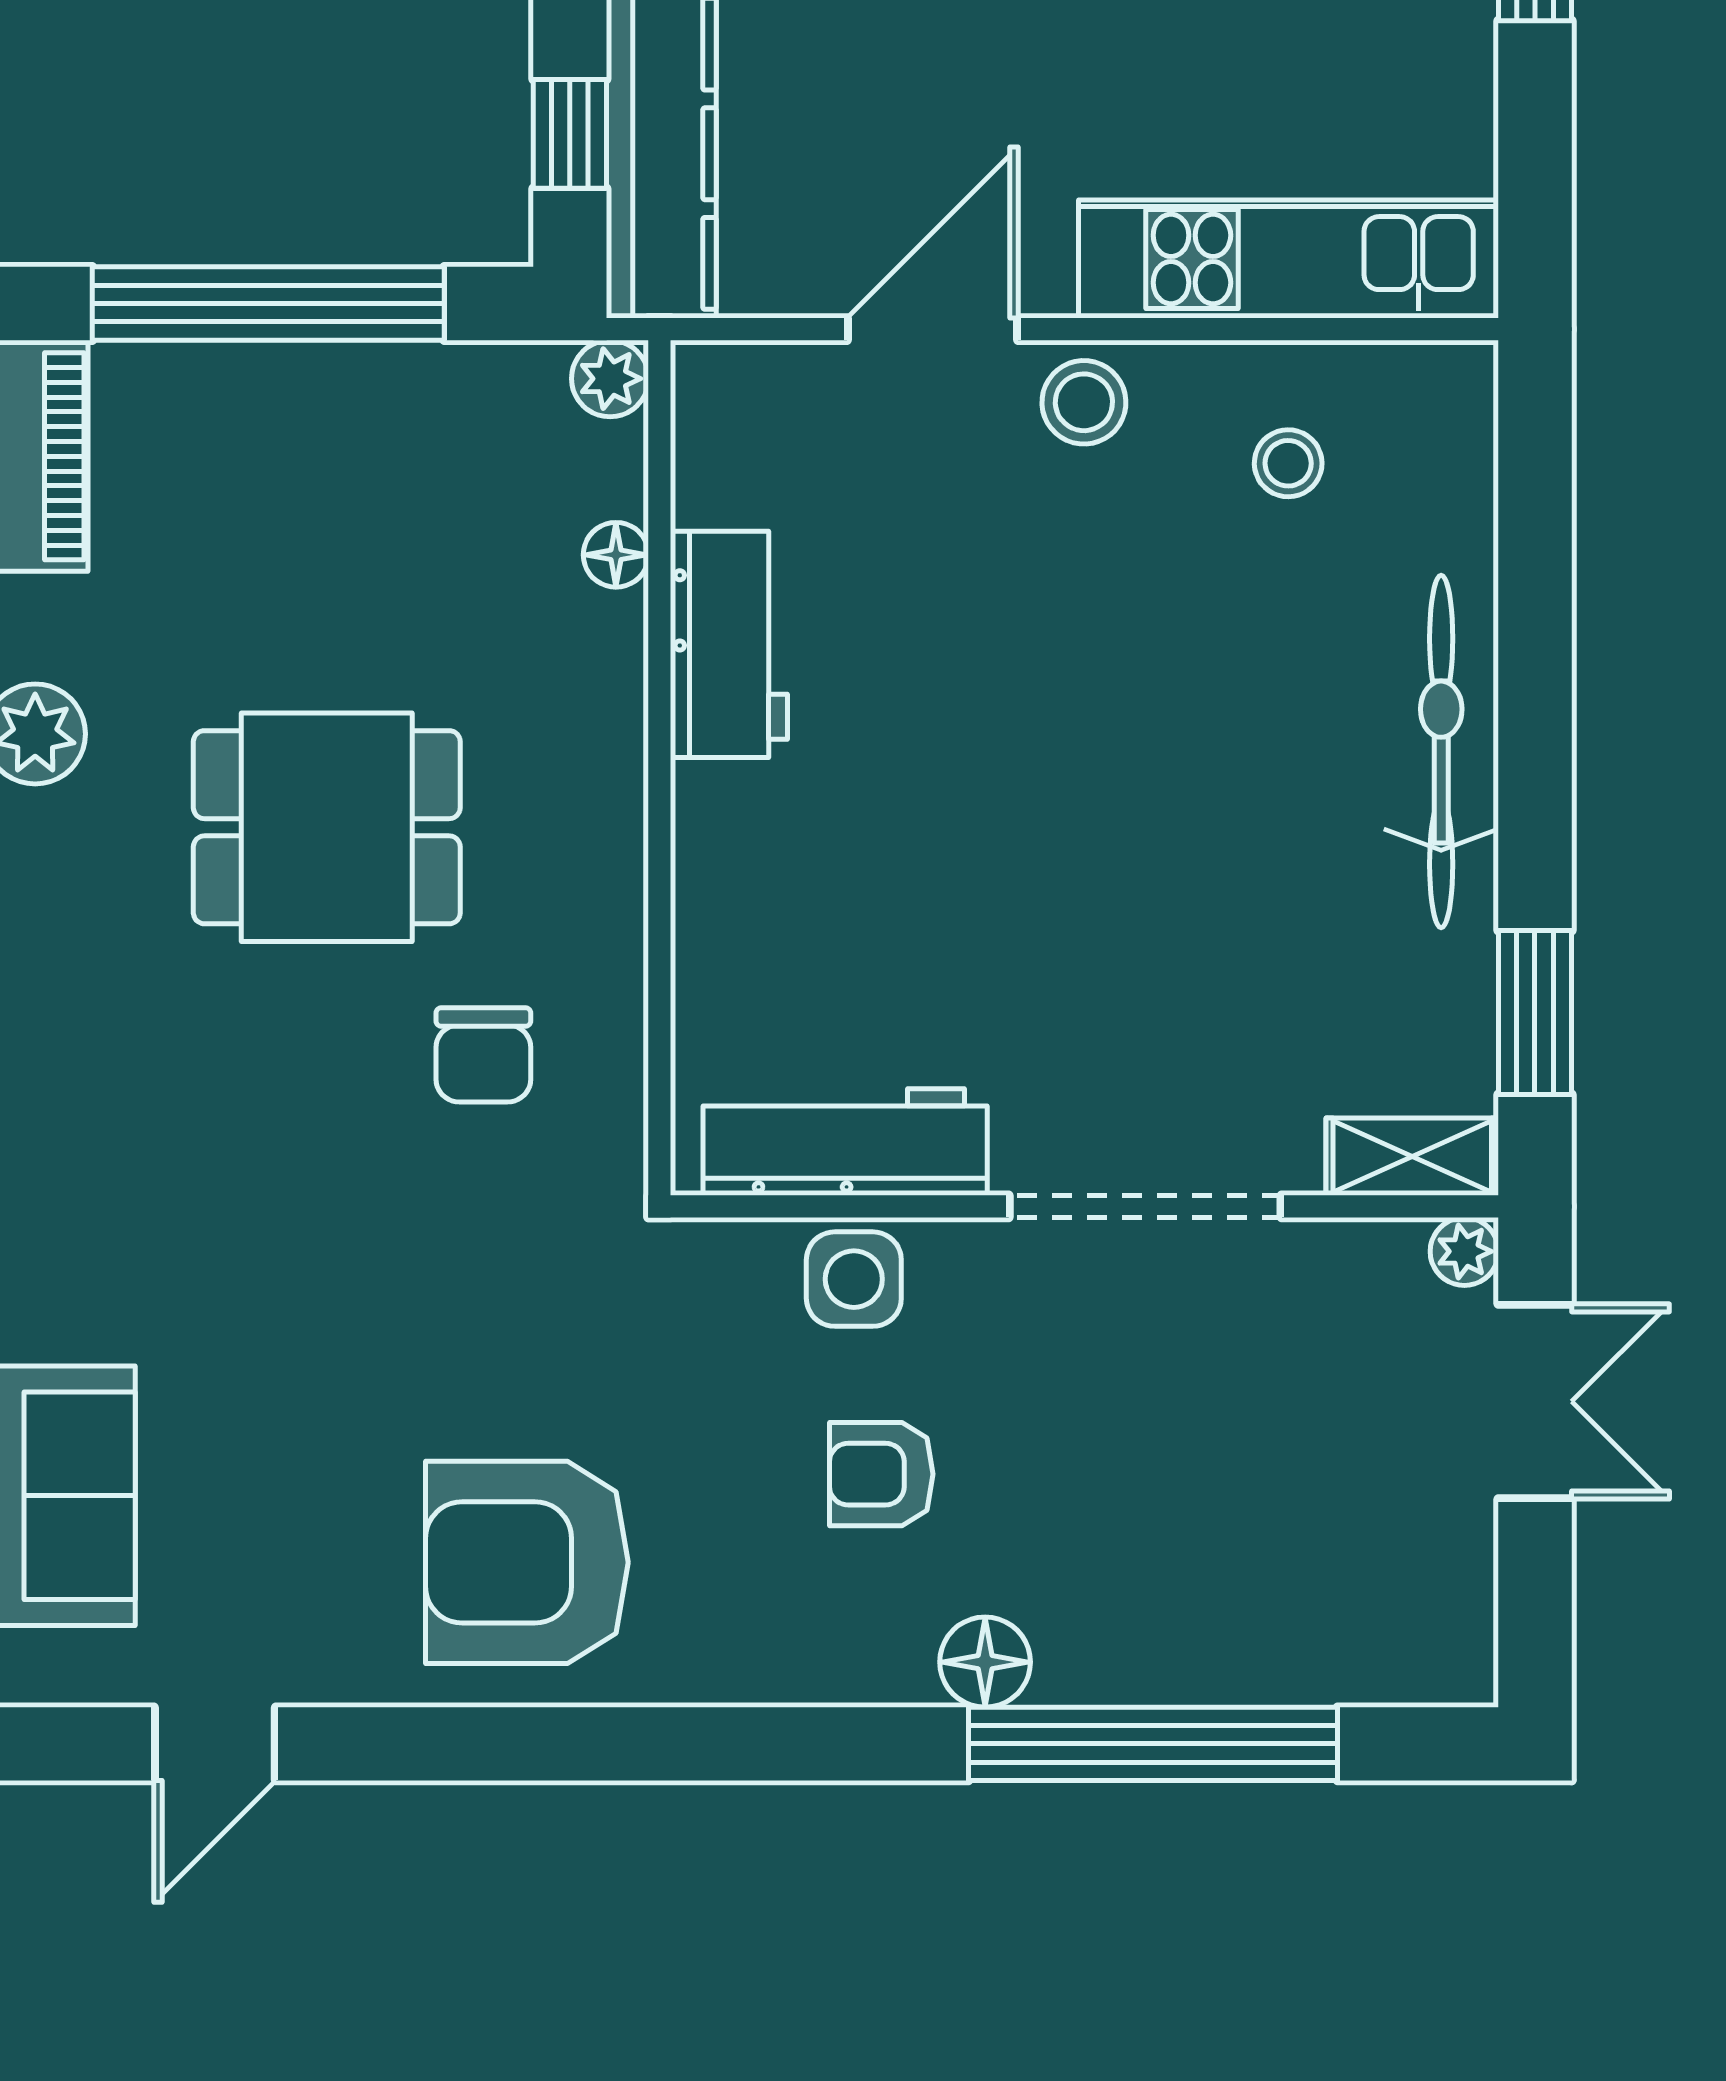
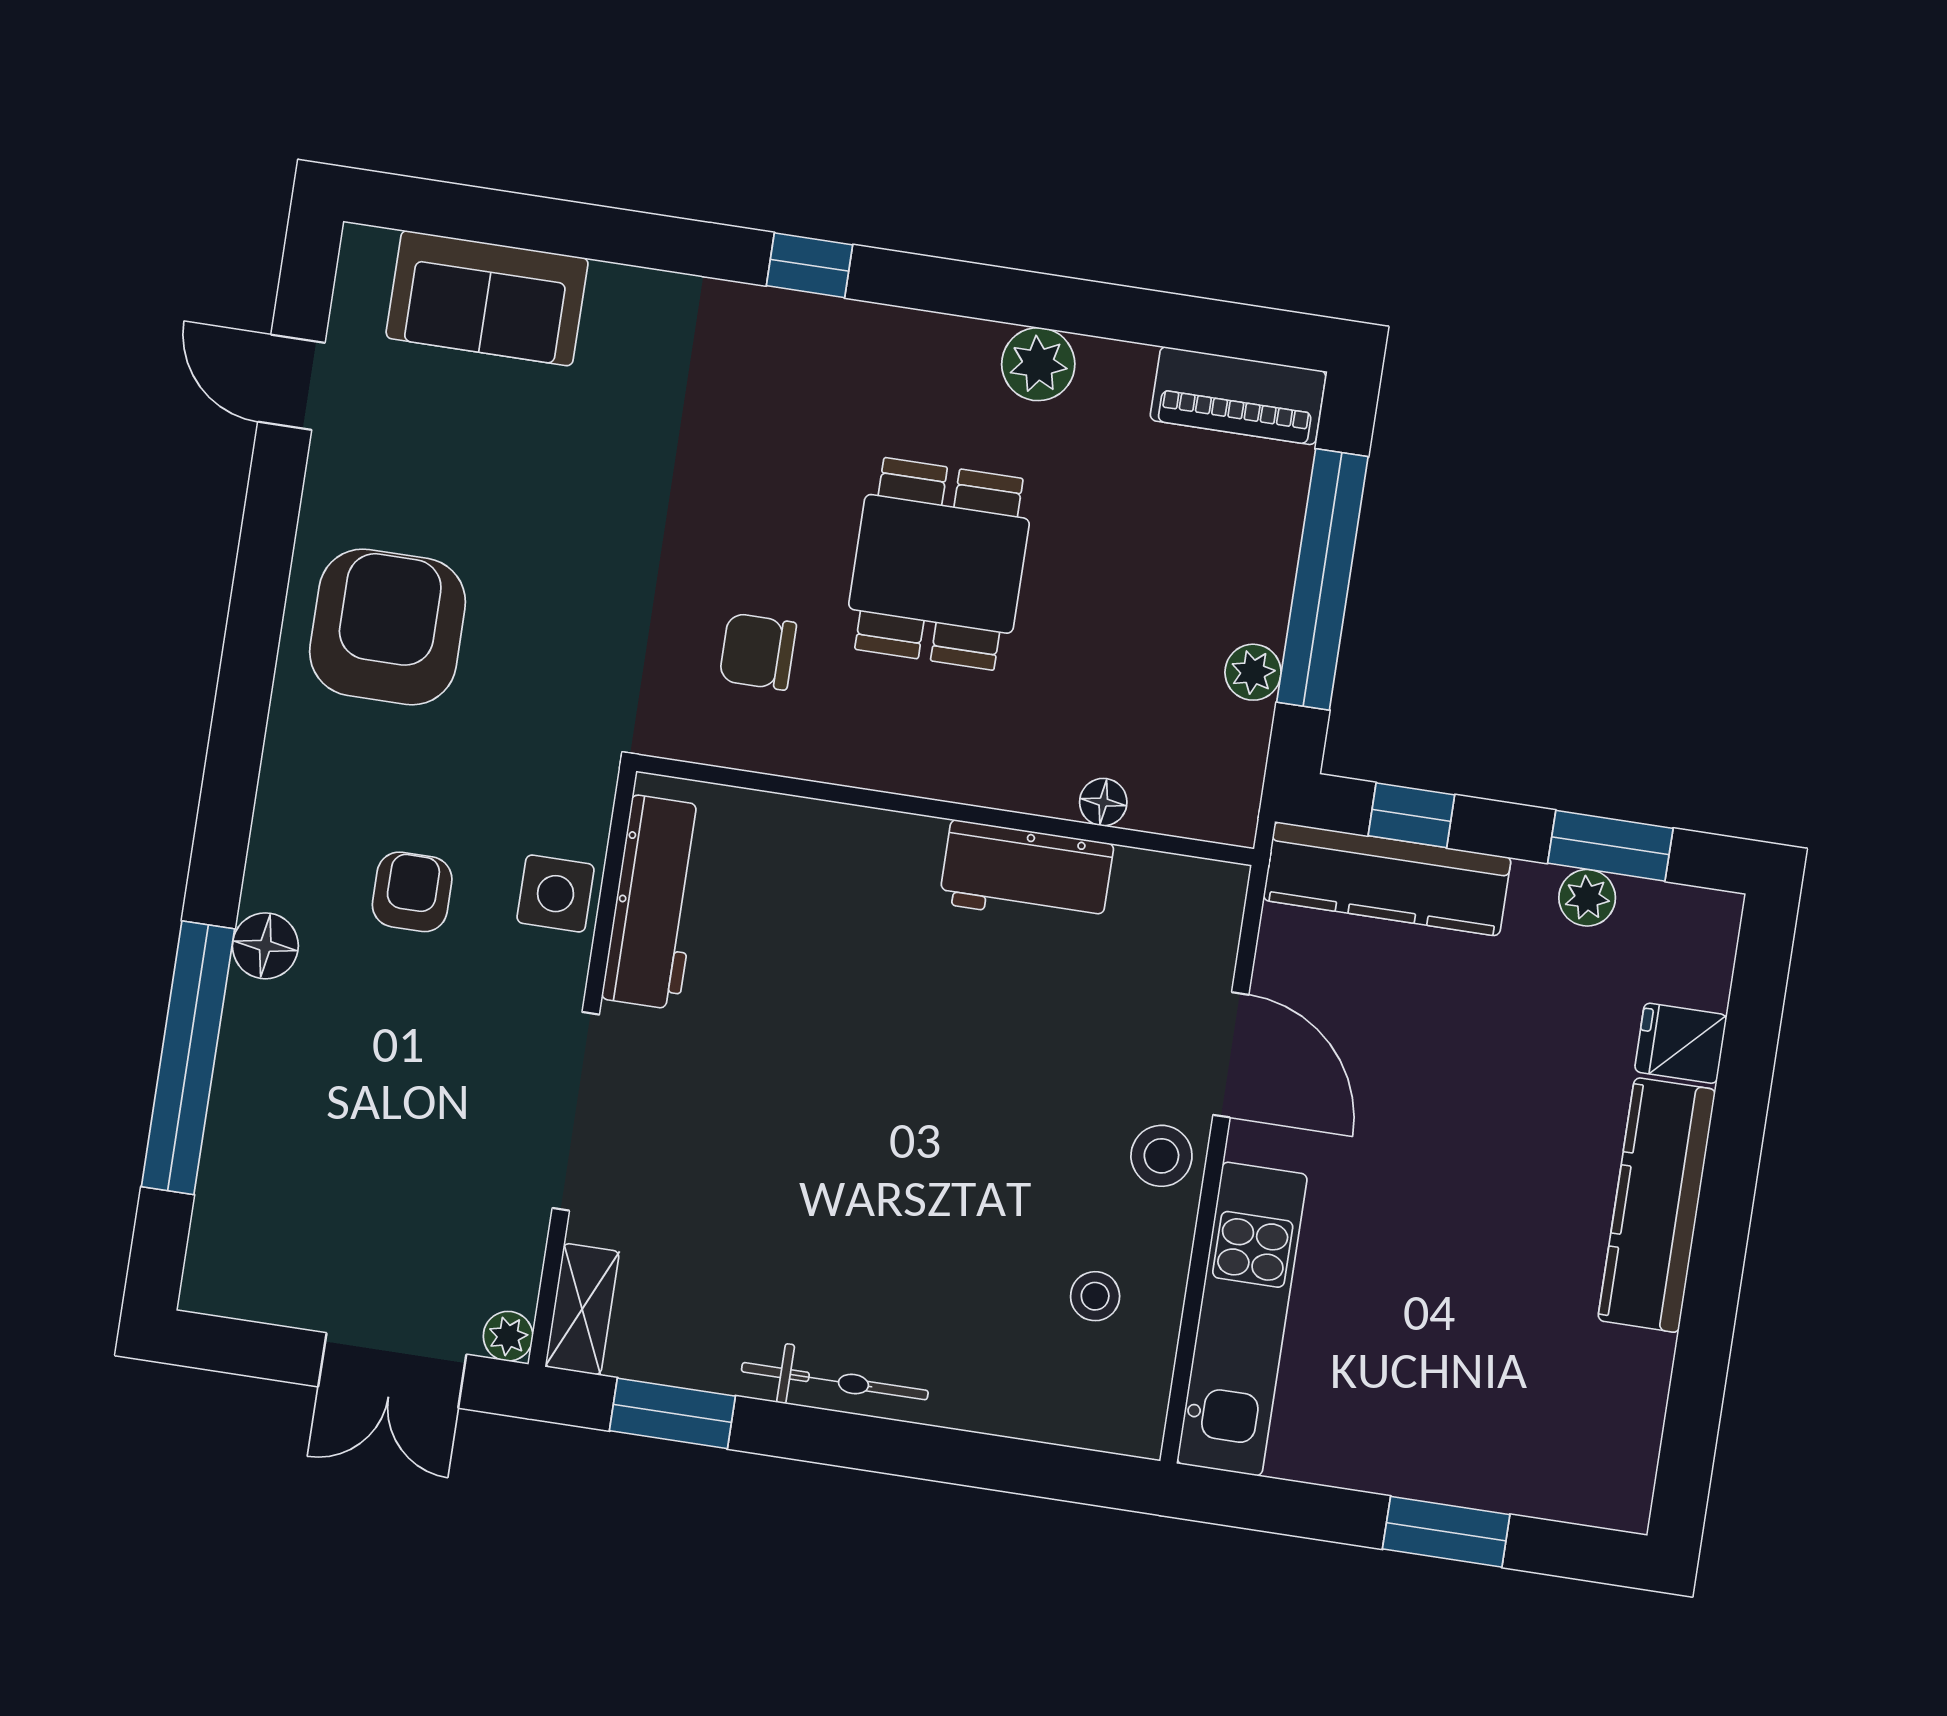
plant: (610, 379) -> (1253, 672), moved
bicycle: (1441, 752) -> (835, 1381), width x0.73, depth x0.71

